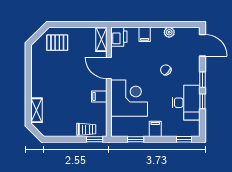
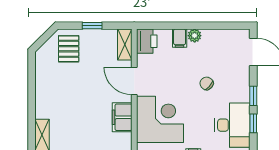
window: (76, 24) -> (92, 26), added
plant: (169, 32) -> (195, 36), moved
pallet: (57, 43) -> (69, 49), turned 90
filing cabinet: (99, 97) -> (122, 117), width x2.00

